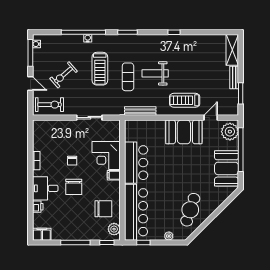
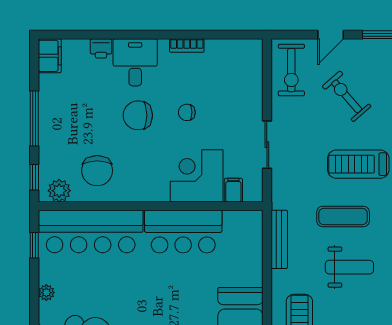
weight bench: (155, 73) -> (349, 267), turned 90
filing cabinet: (114, 175) -> (233, 190), moved

